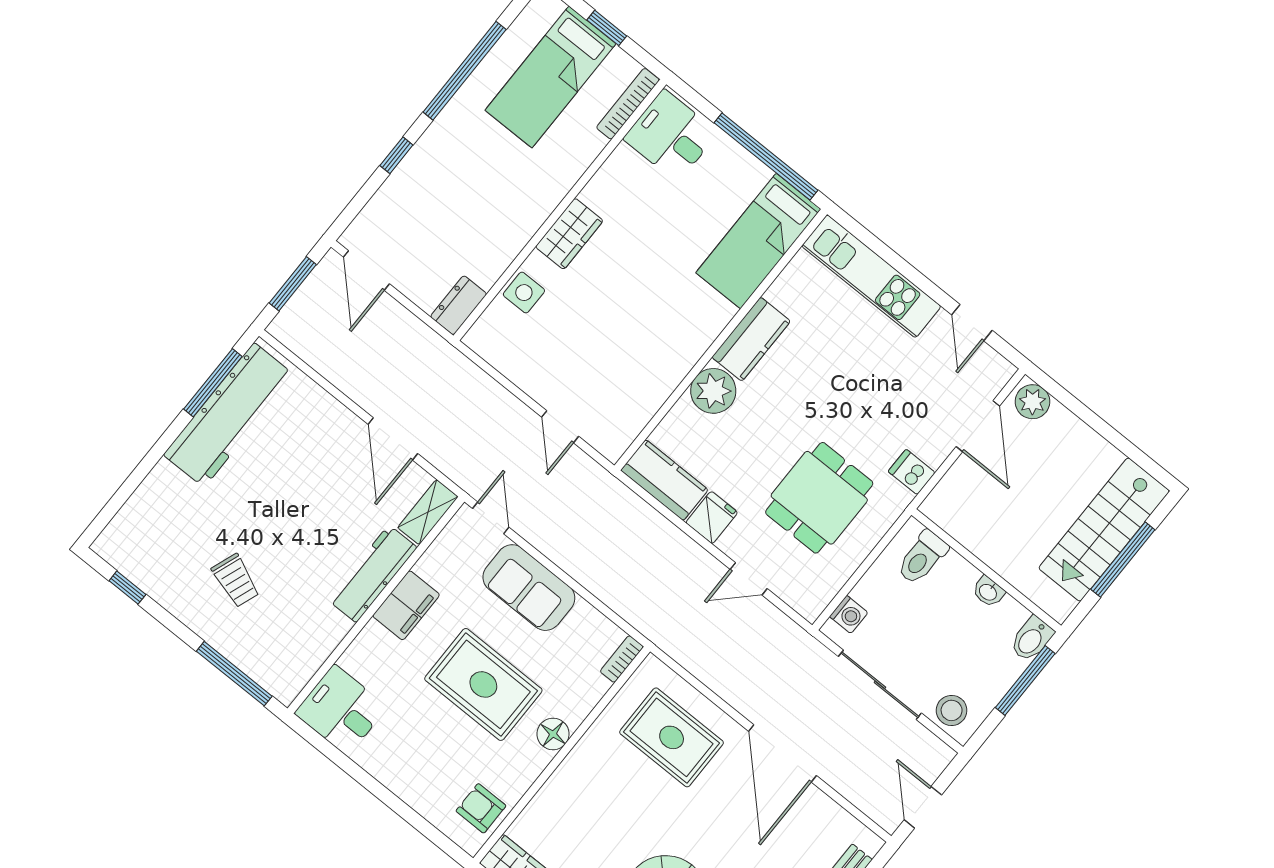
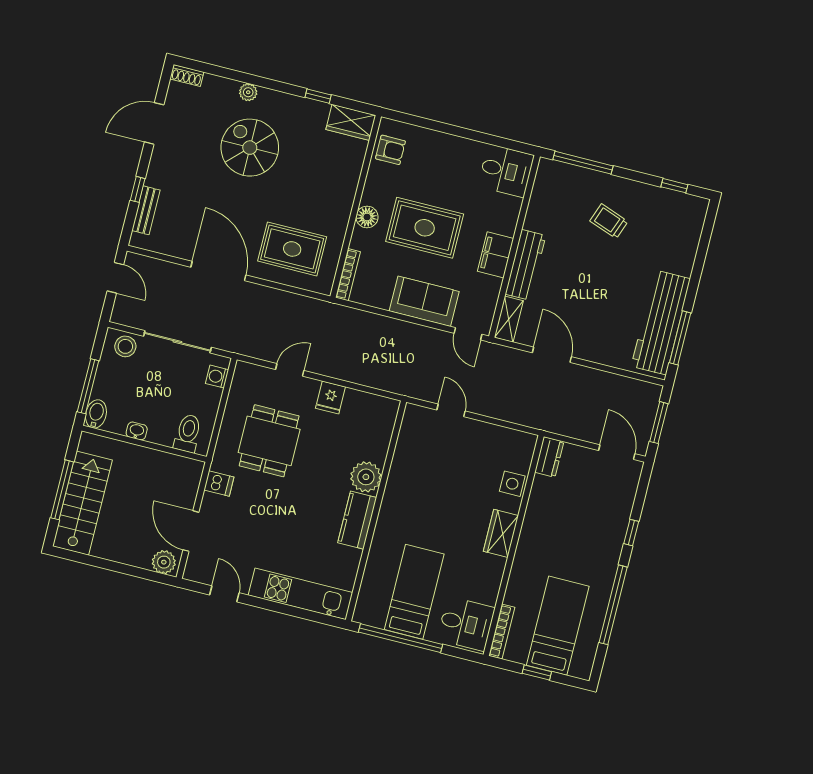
bed: (758, 241) -> (414, 592), moved
kitchen counter: (664, 480) -> (371, 407), removed
bookcase: (622, 659) -> (348, 275), width x1.56

